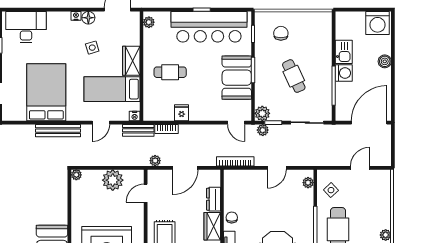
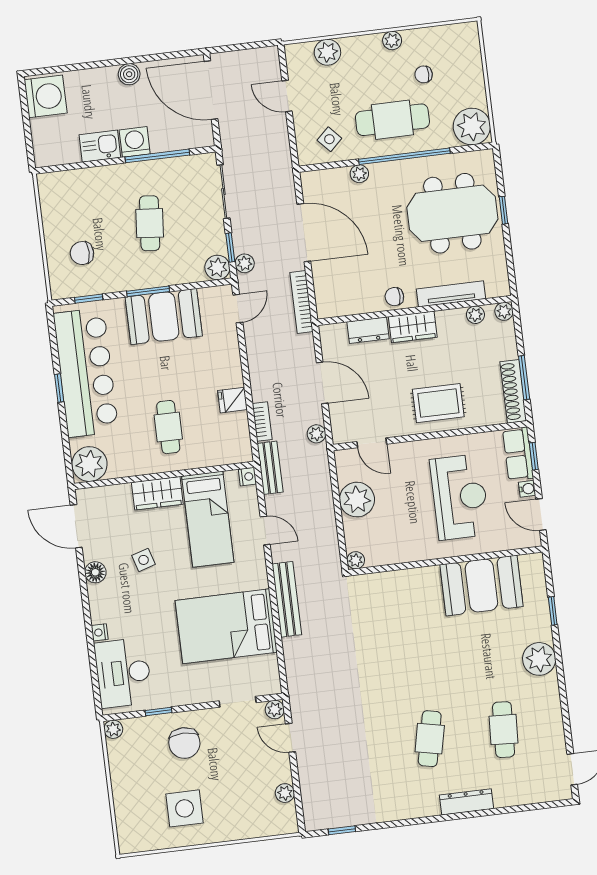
nightstand: (76, 16) -> (100, 632), moved
plant: (149, 22) -> (89, 464), width x1.87, depth x1.87
boiler: (385, 61) -> (129, 74), moved
cafe table: (294, 76) -> (150, 223), turned -60
door: (277, 168) -> (304, 233), width x1.88
plant: (308, 183) -> (359, 174), moved
plant: (383, 195) -> (327, 52), added

